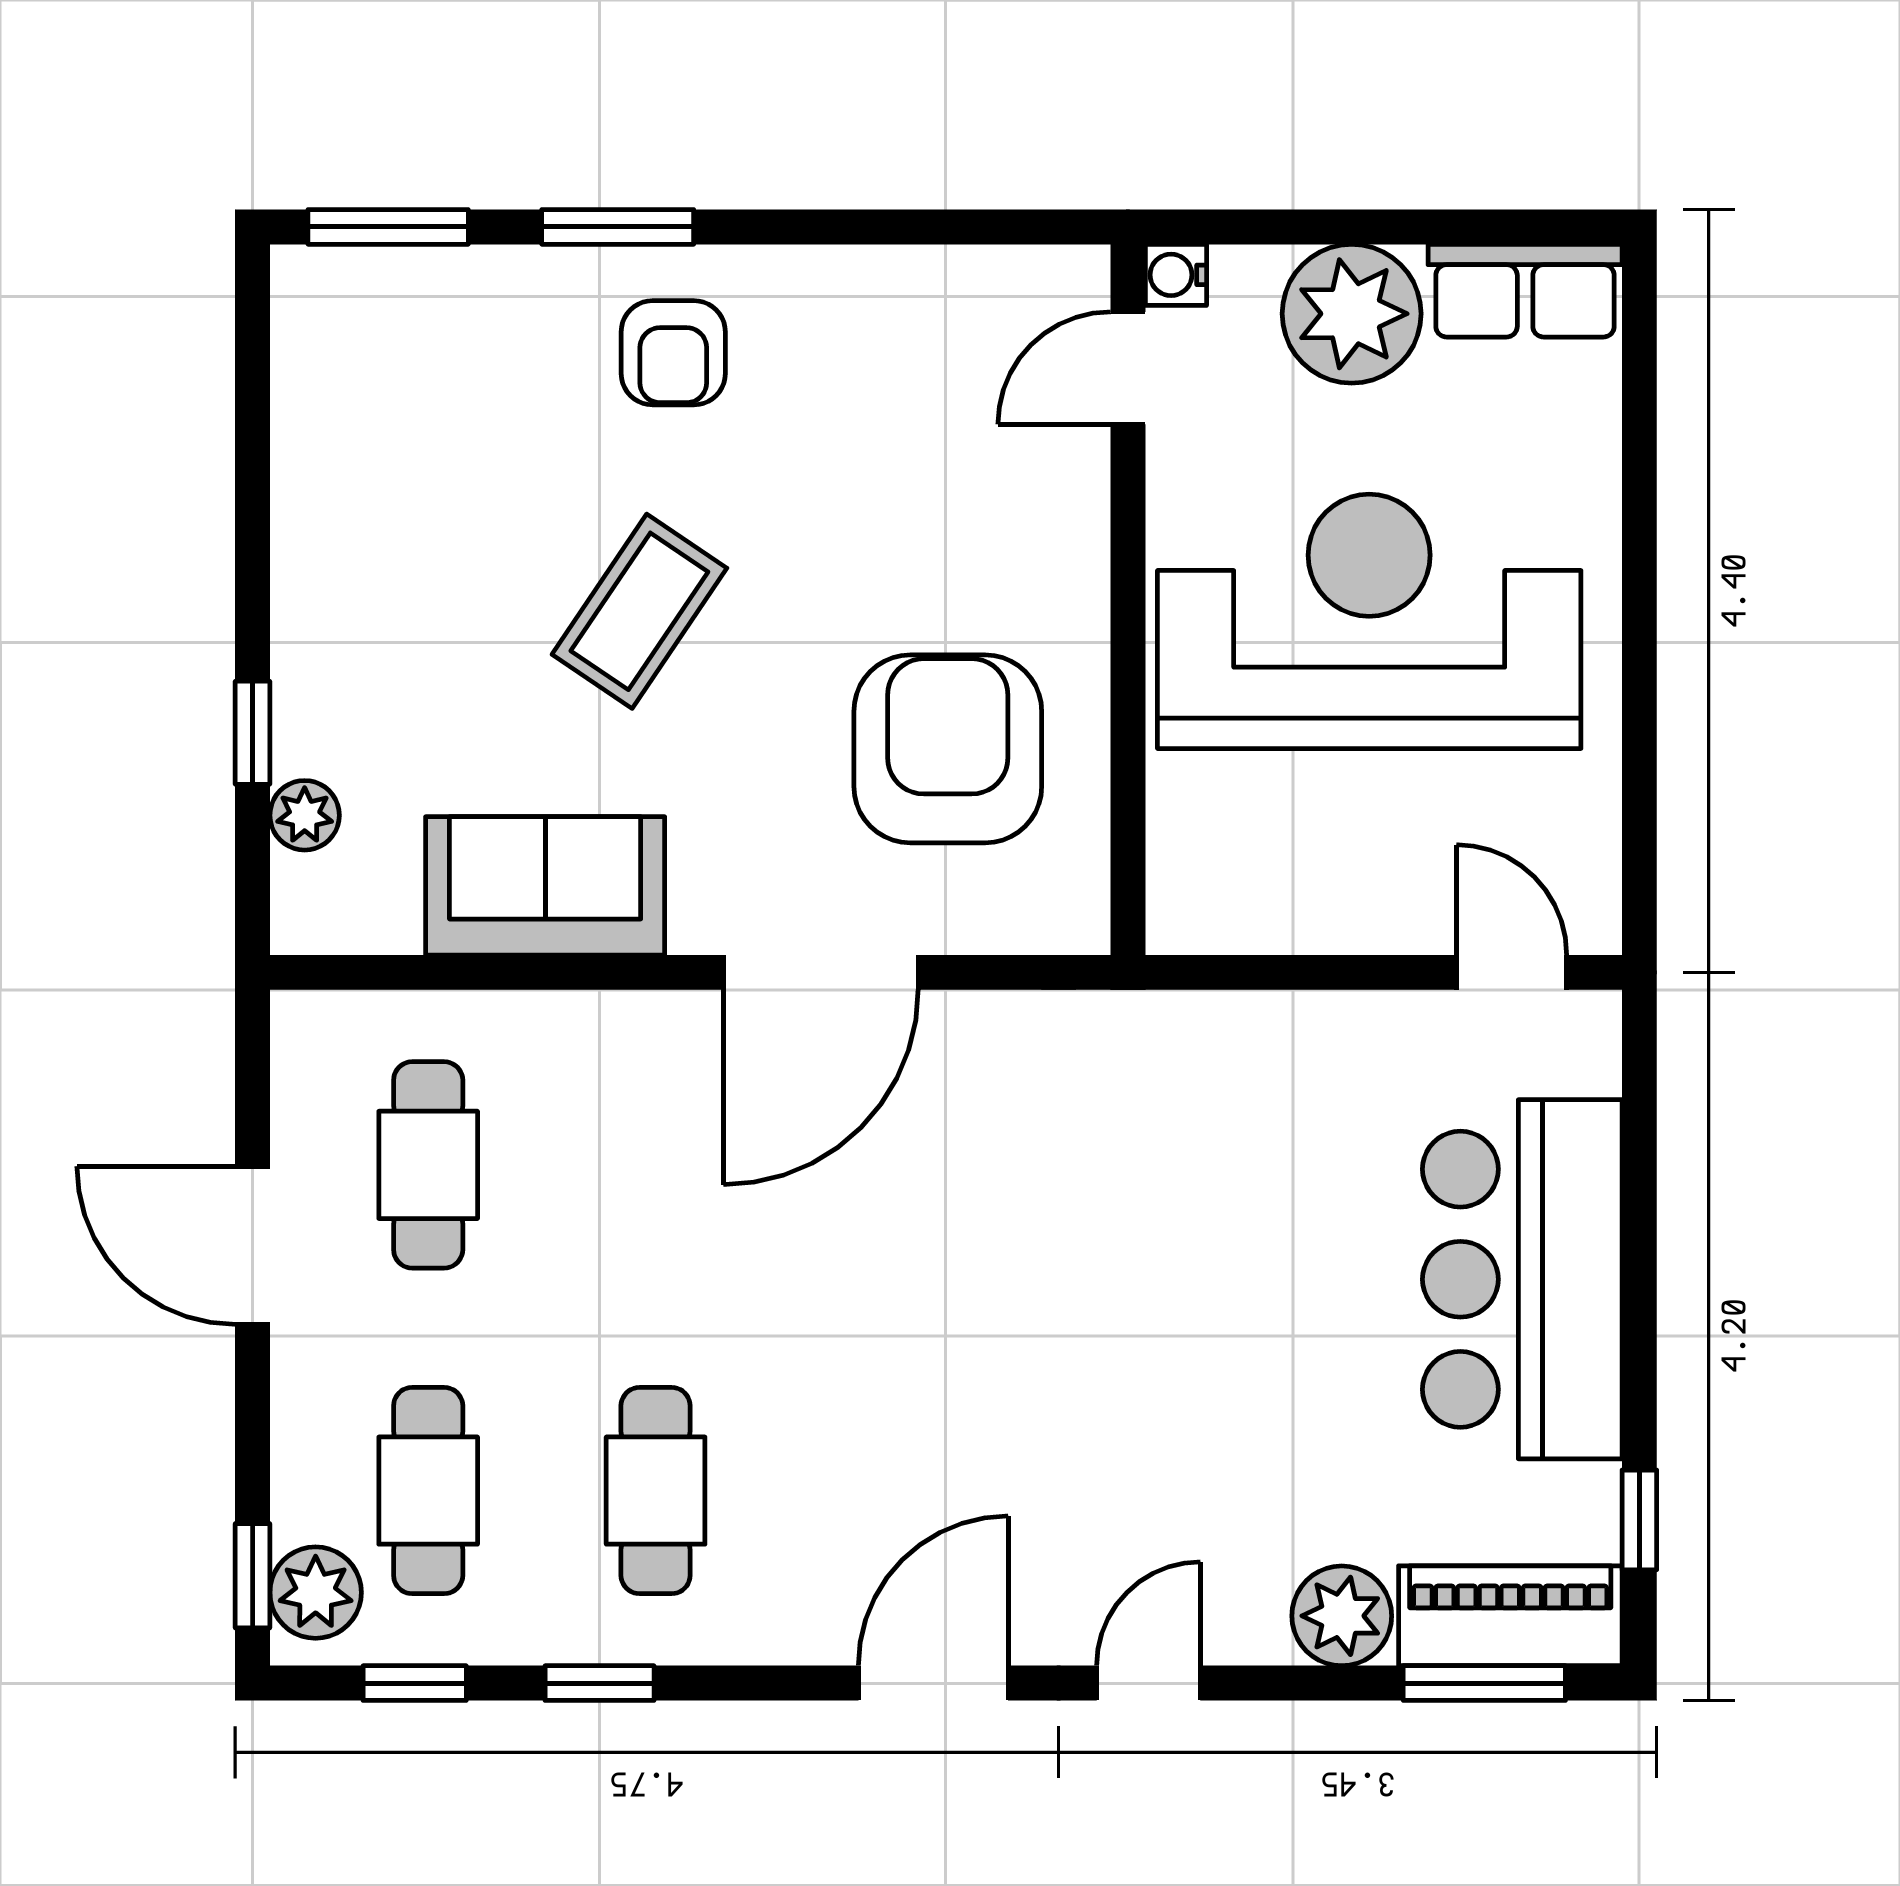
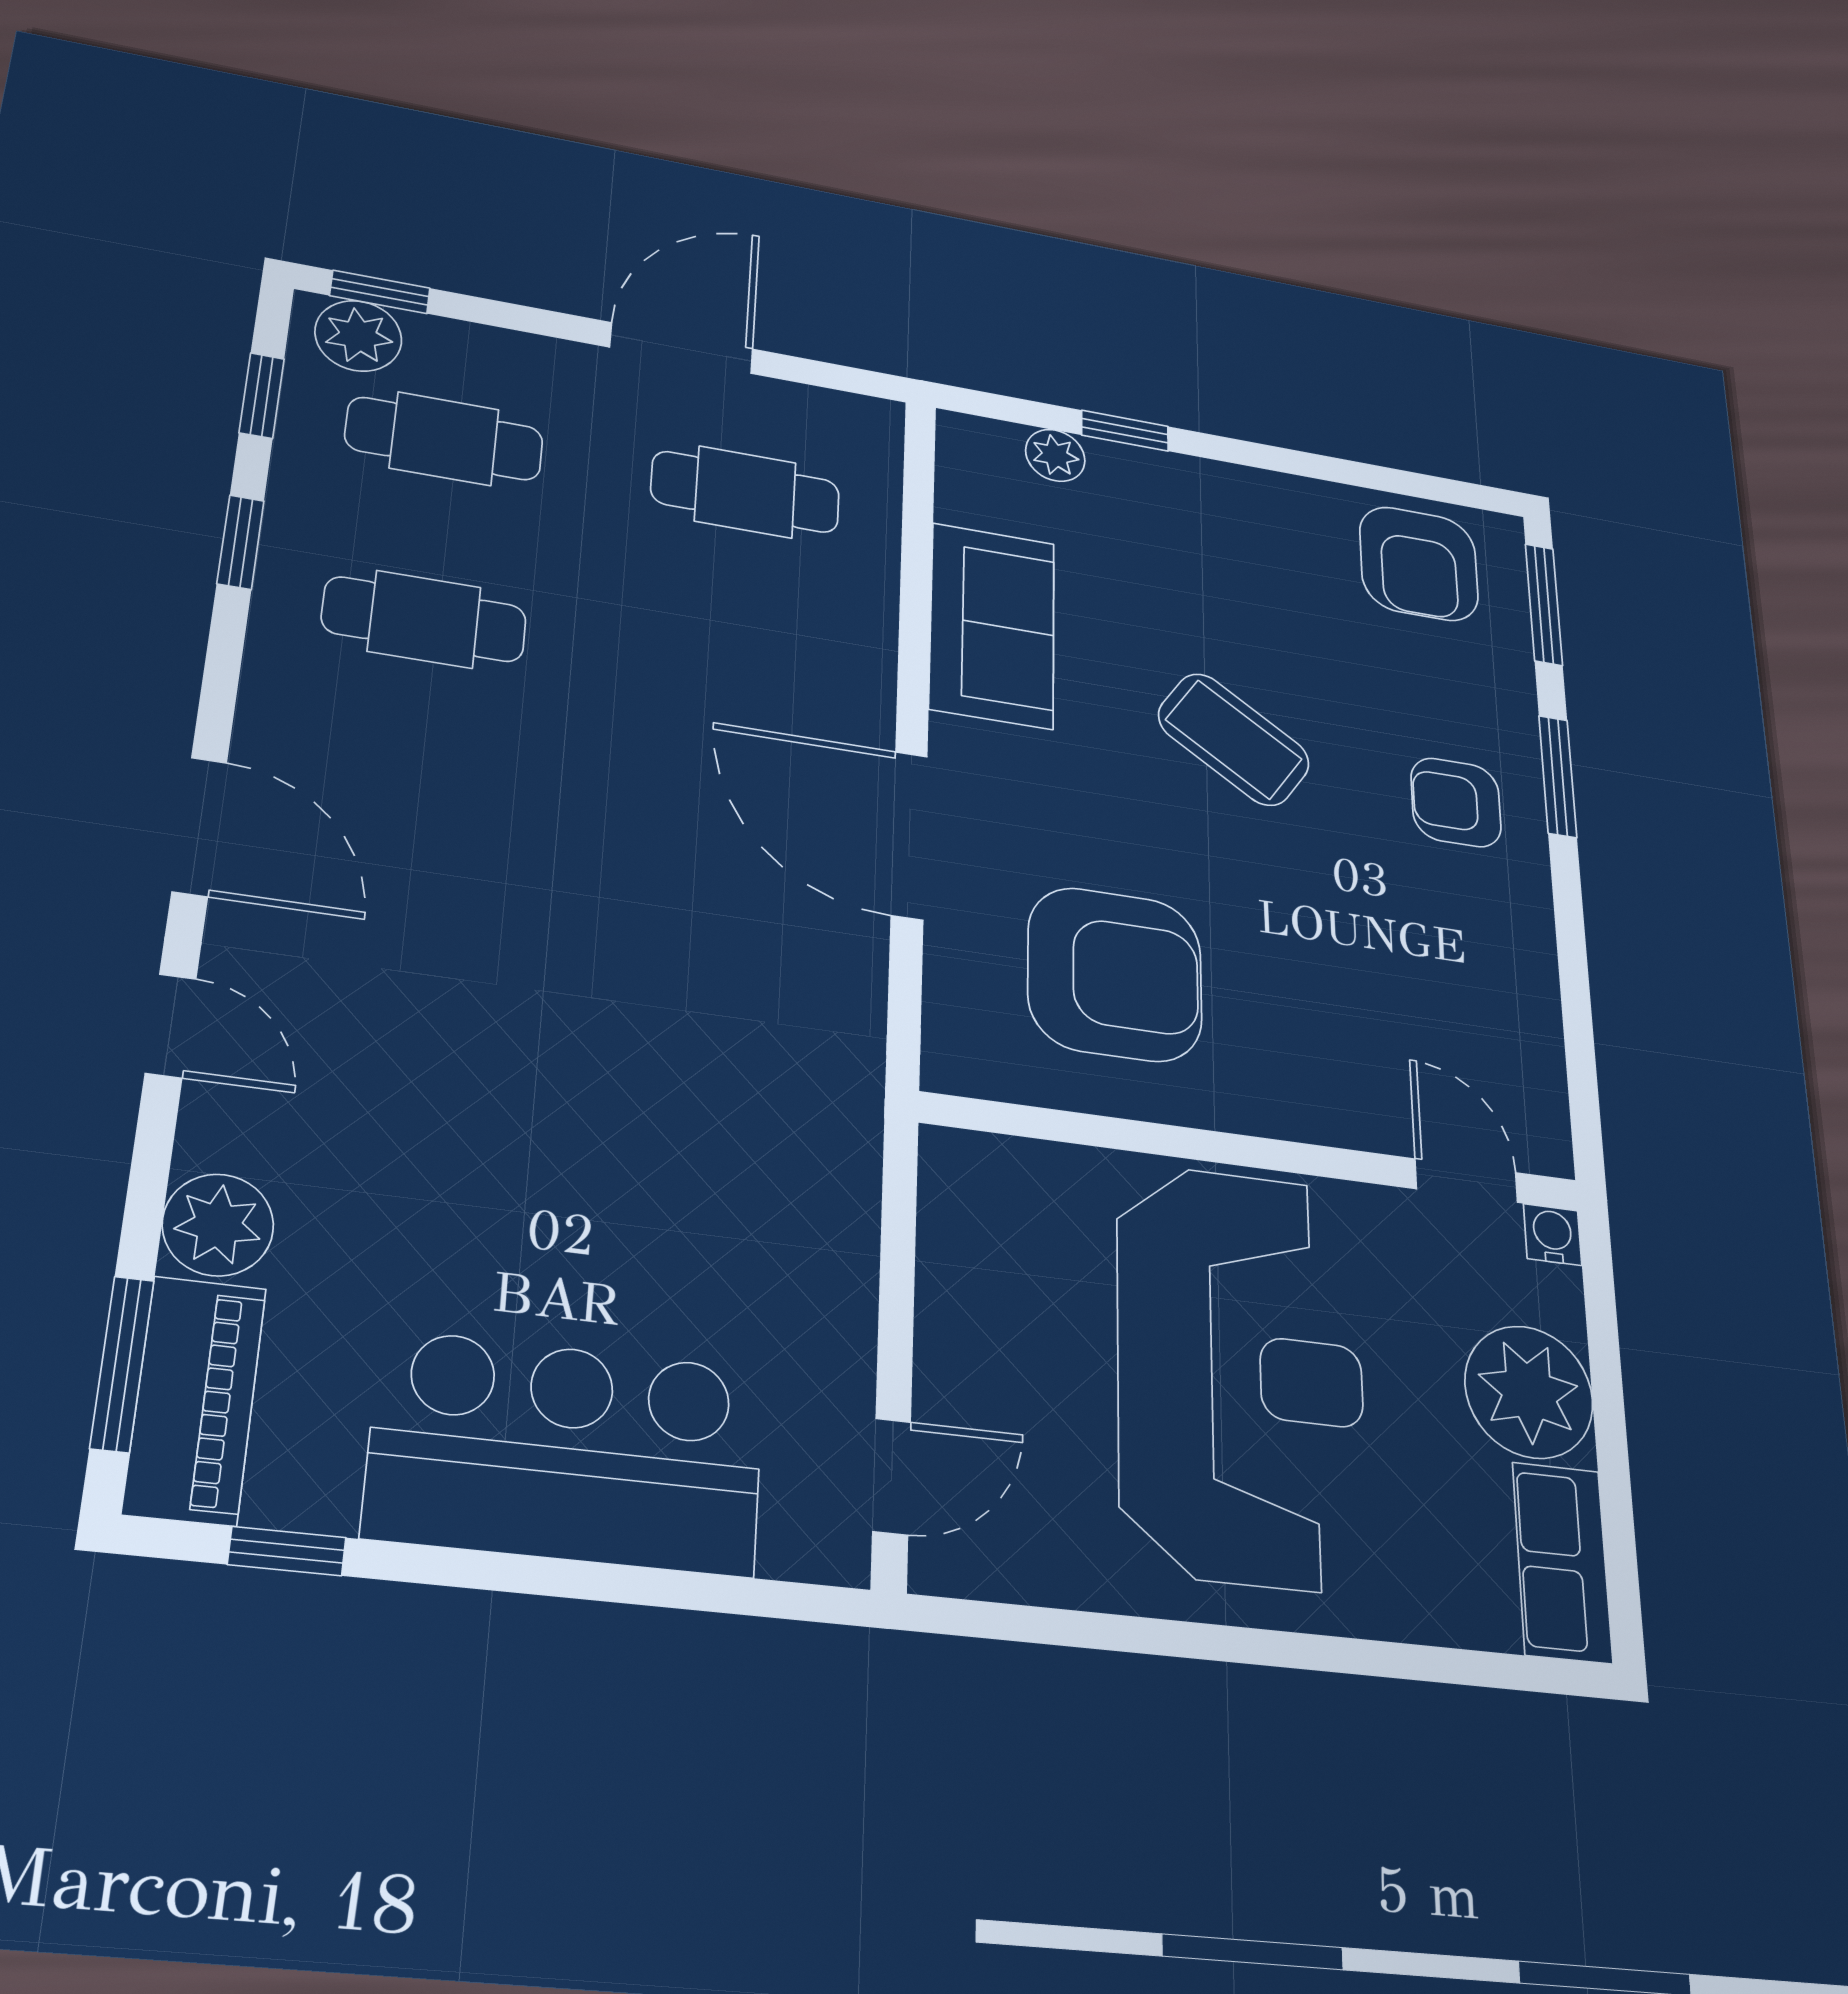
armchair: (363, 380) -> (1419, 564), added

